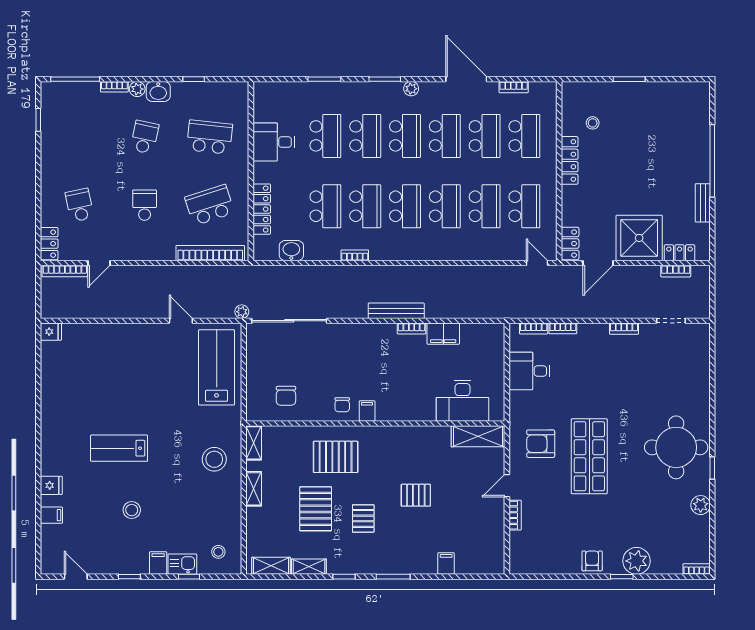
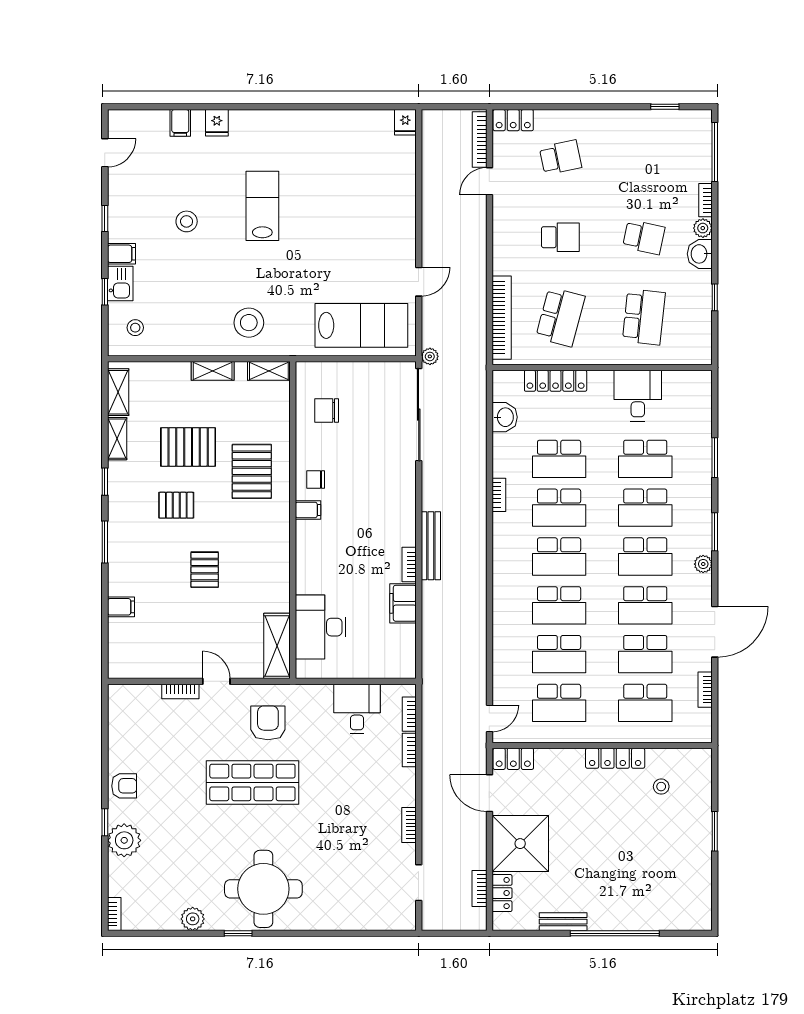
school desk: (210, 205) -> (560, 317), turned 33
door: (99, 263) -> (489, 181), hinge flipped

